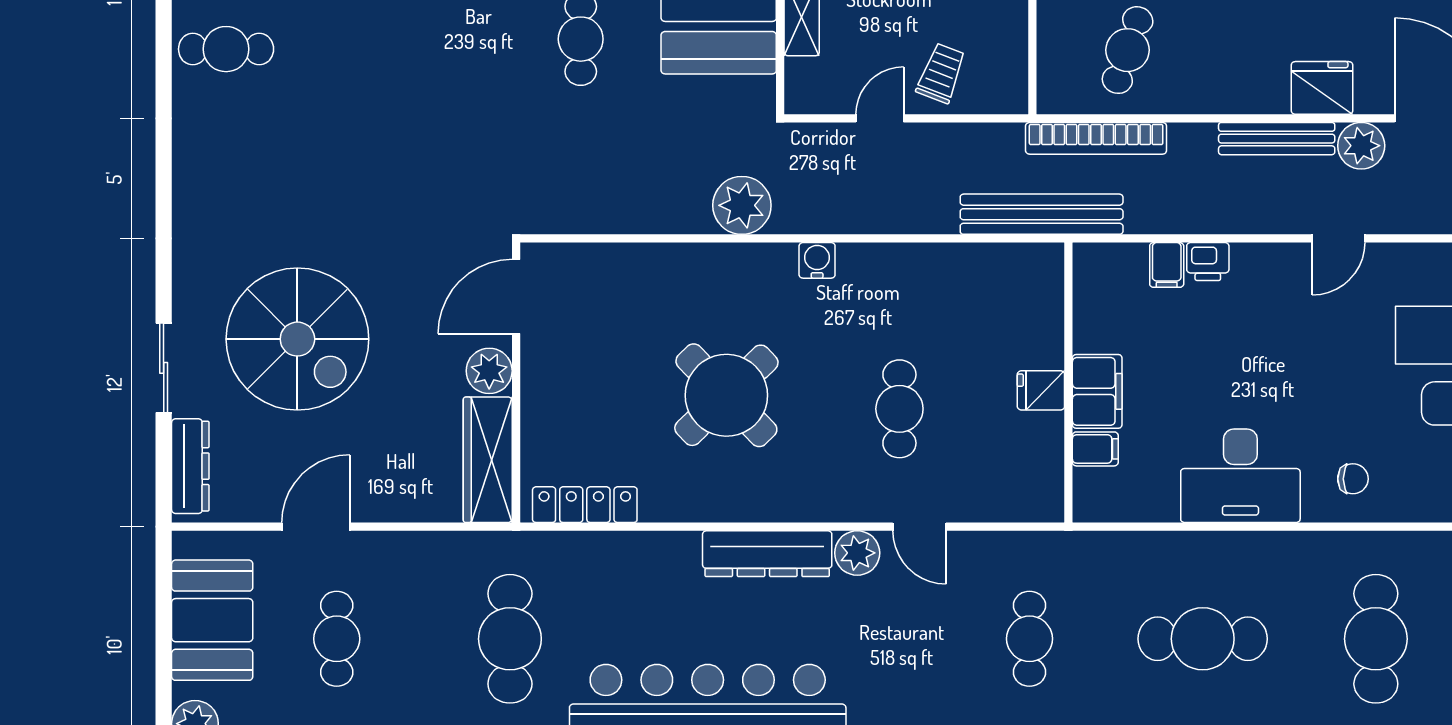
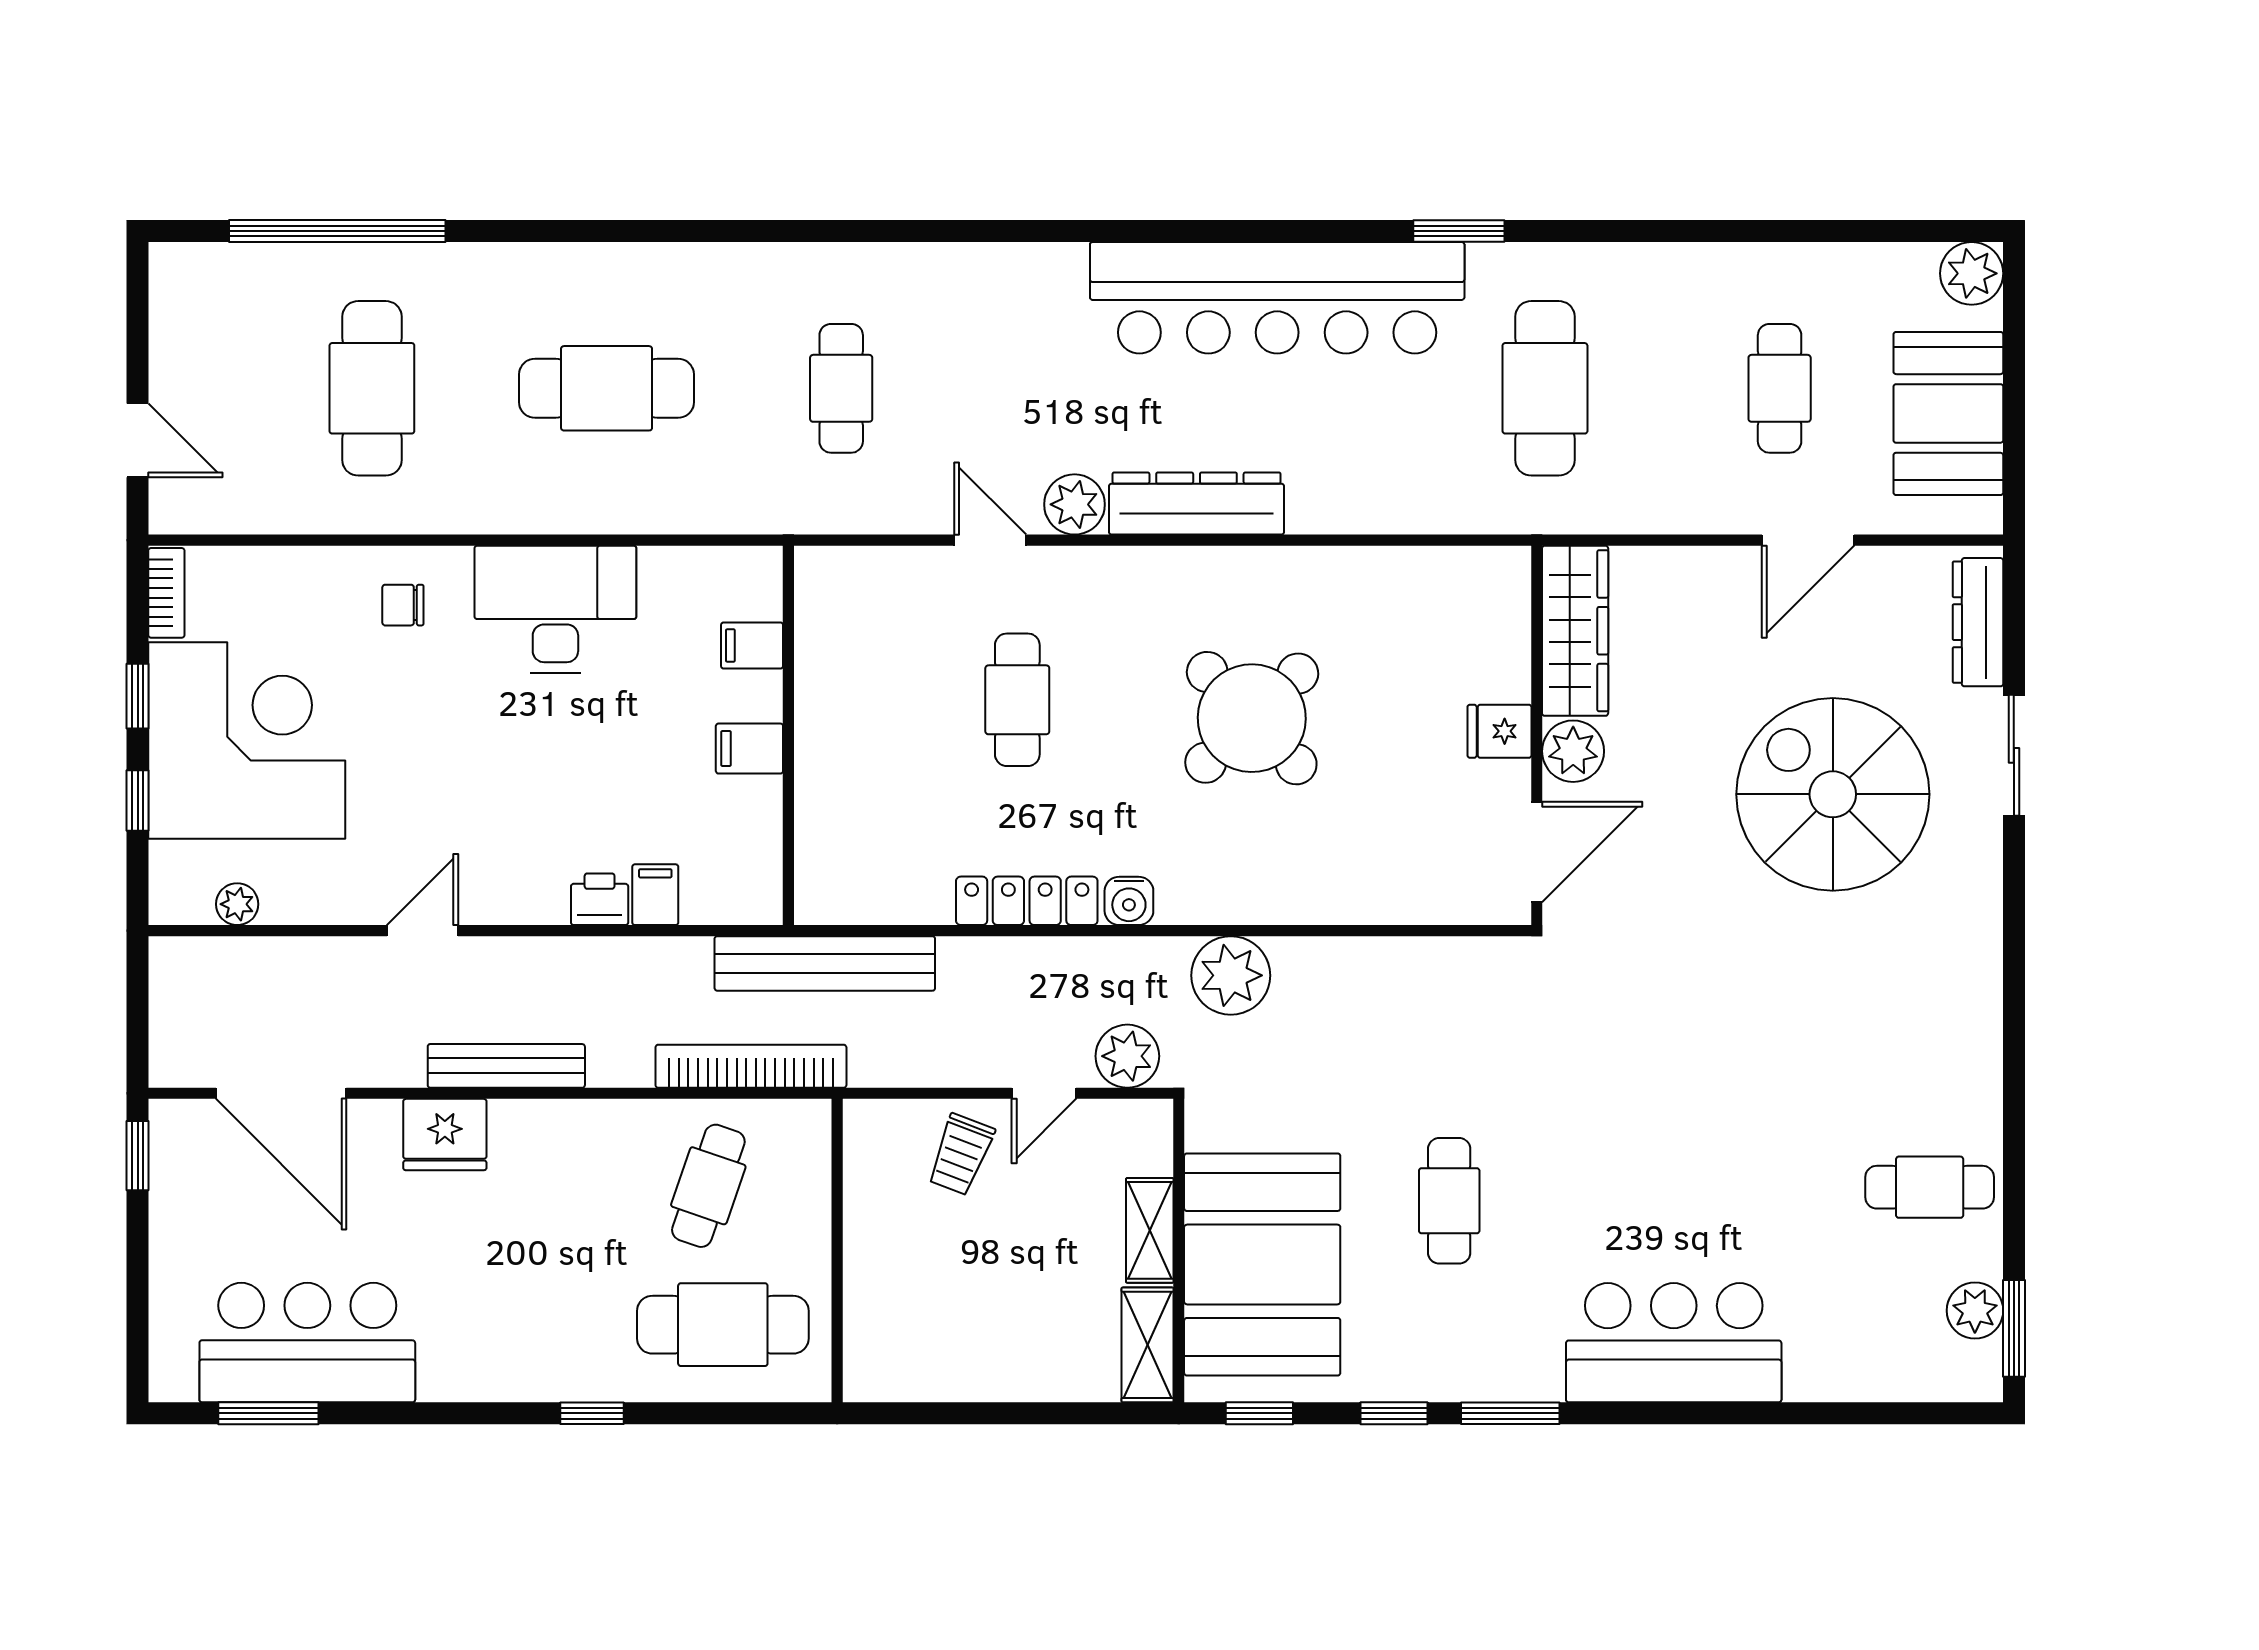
plant: (1361, 146) -> (1127, 1056), moved
fridge: (1041, 390) -> (1499, 731), moved, turned 180
filing cabinet: (1097, 391) -> (749, 749), width x0.50
locker: (585, 505) -> (1027, 901), moved, turned 180

